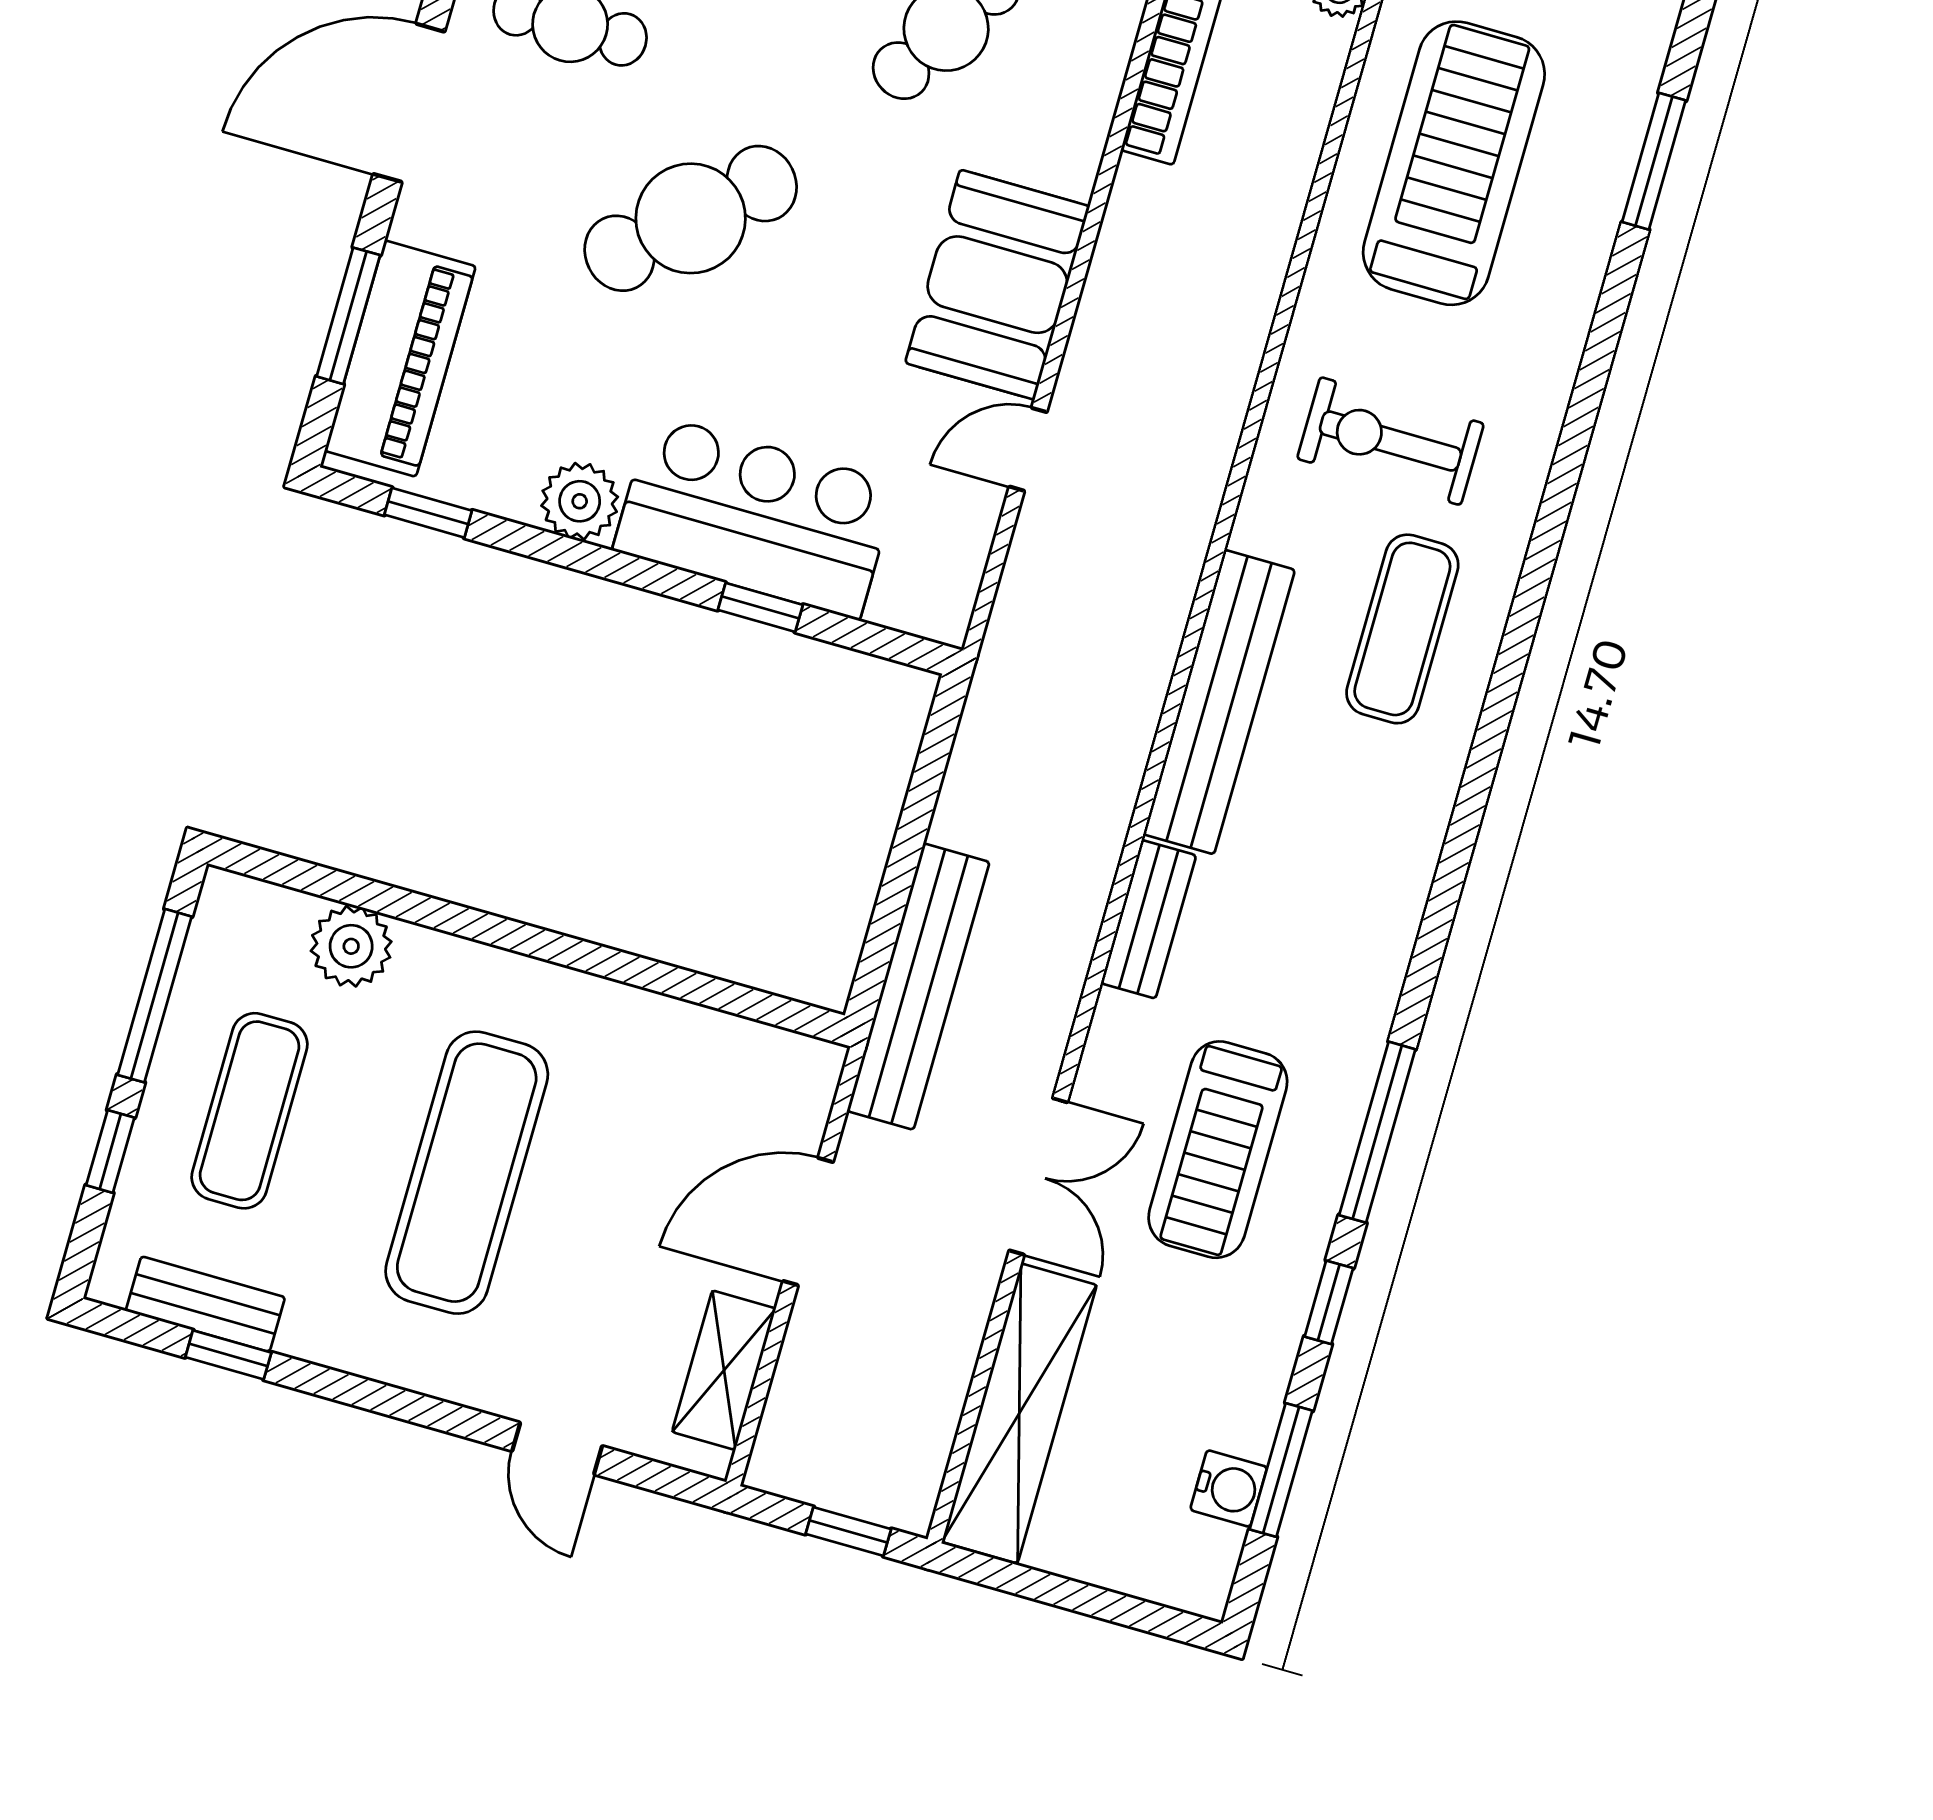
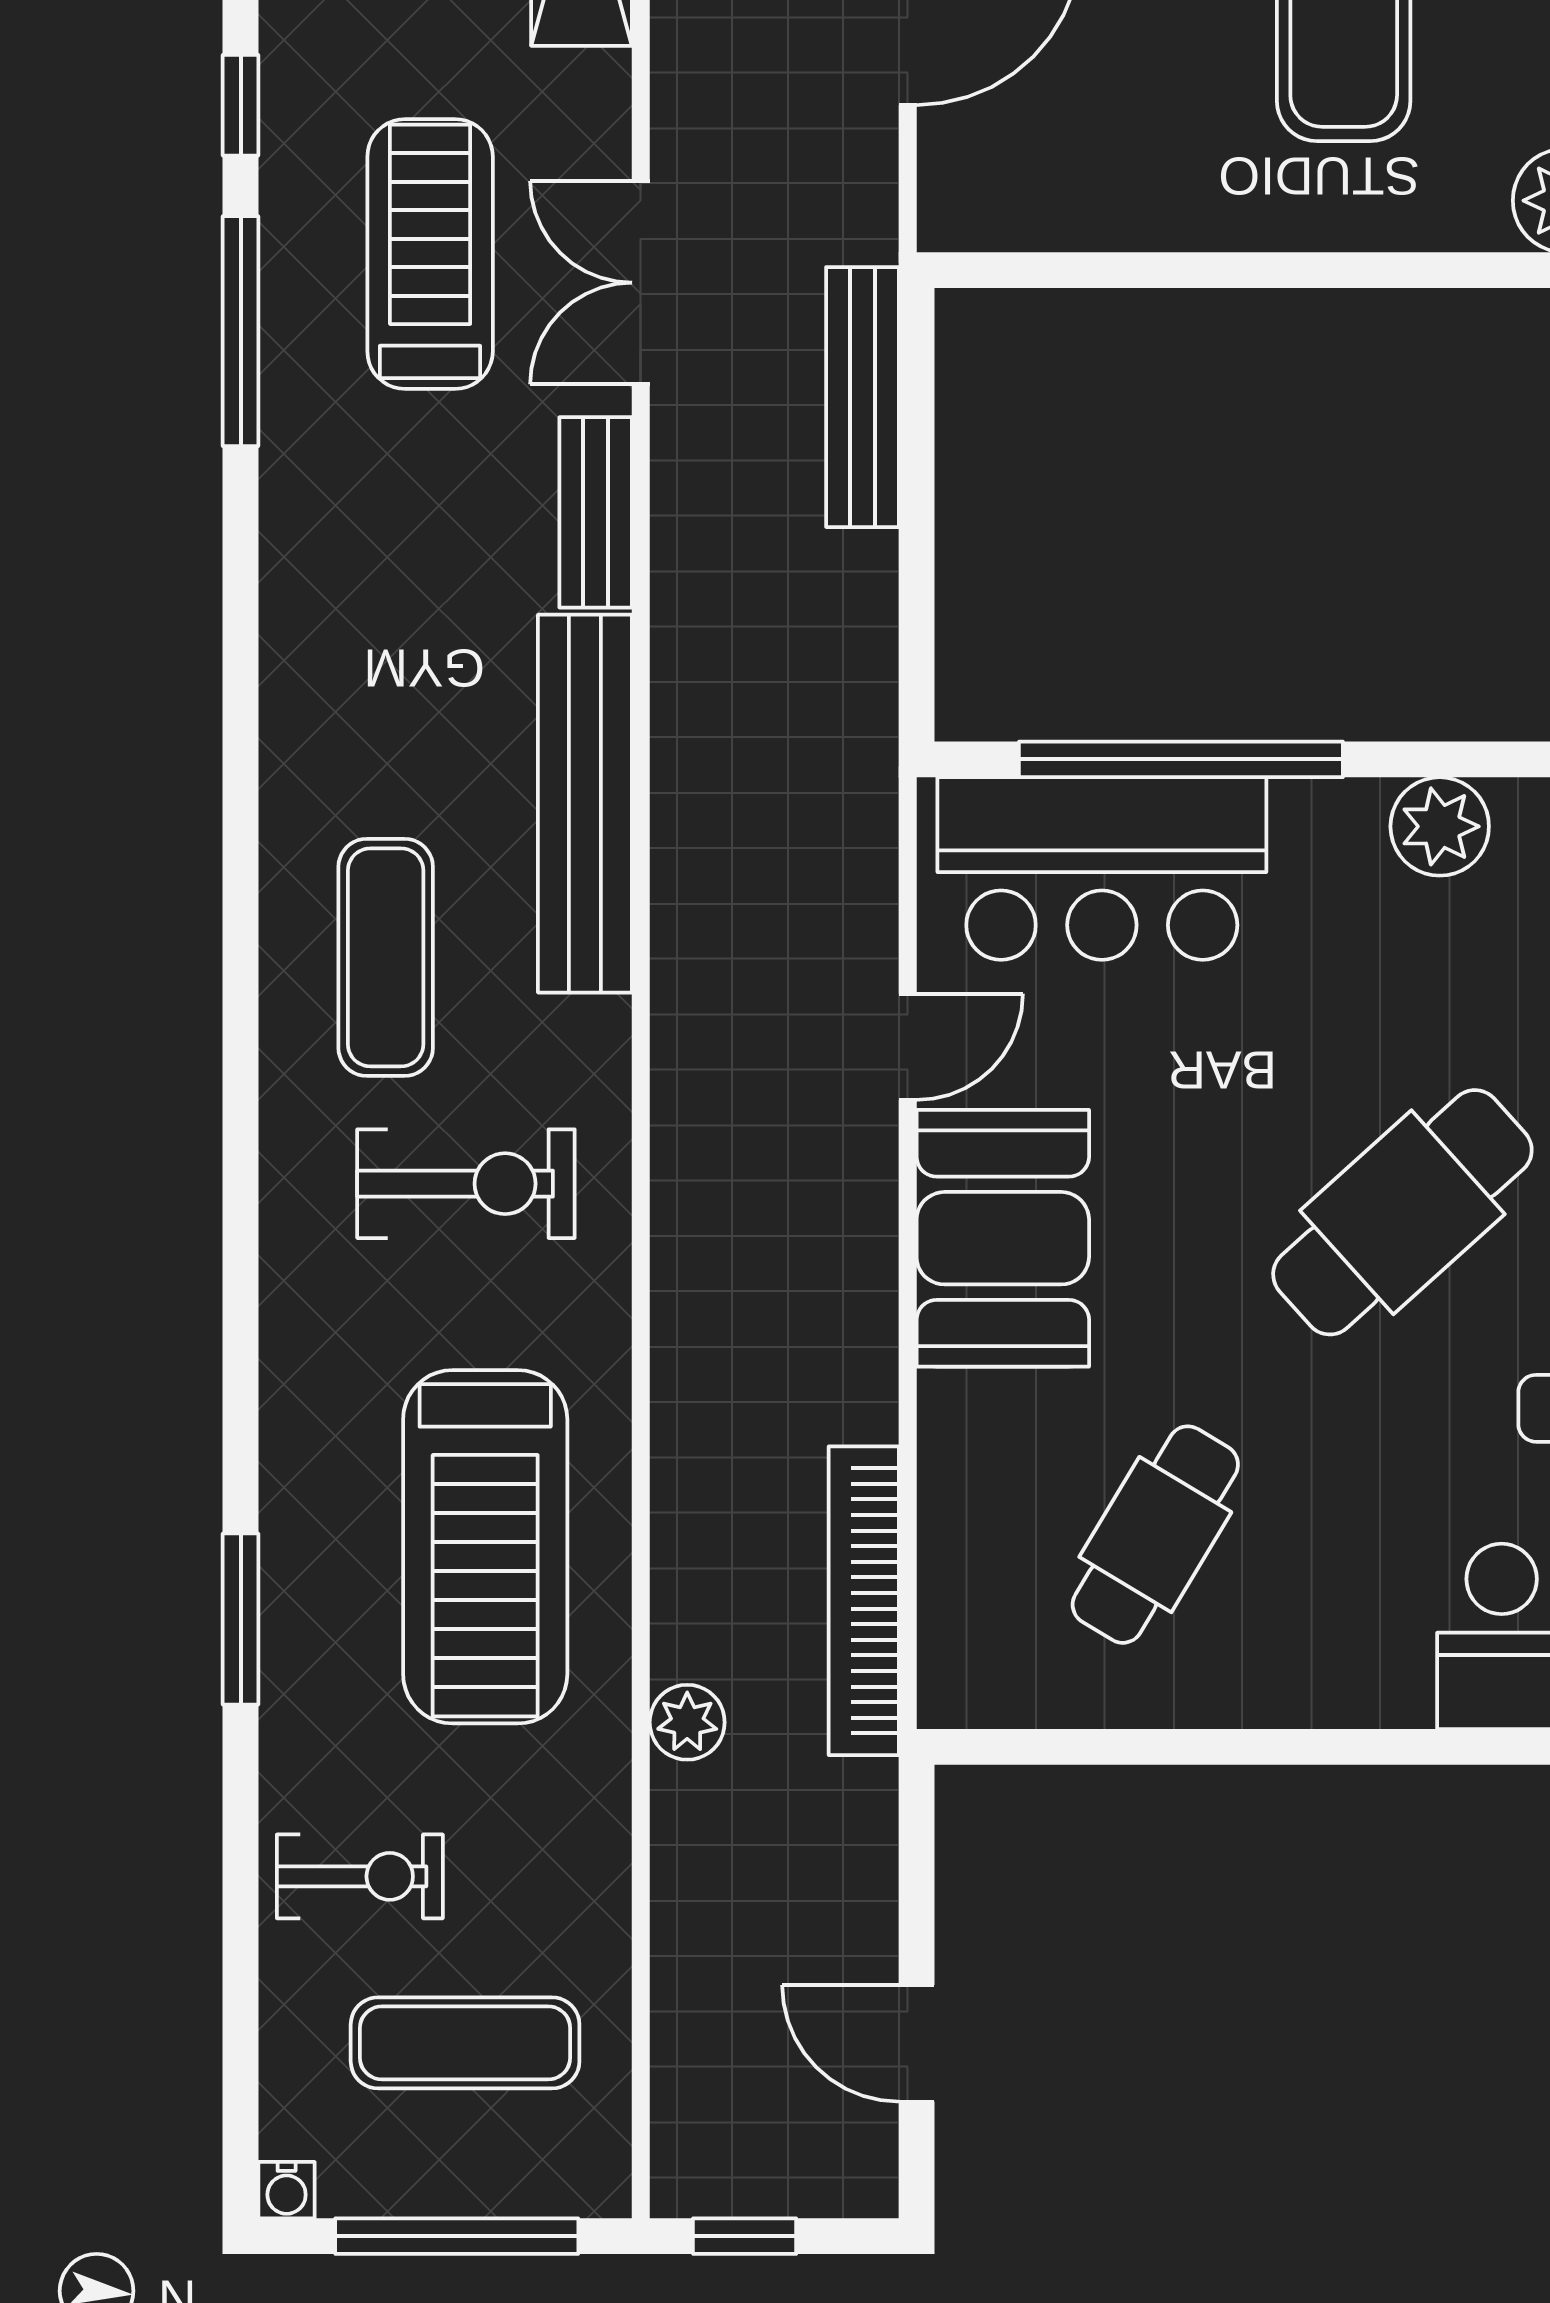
bar counter: (755, 517) -> (1102, 869), moved
window: (760, 607) -> (1181, 759), width x3.17
bench: (918, 987) -> (862, 397), width x0.73, depth x0.82
double door: (1038, 1177) -> (641, 283), moved

